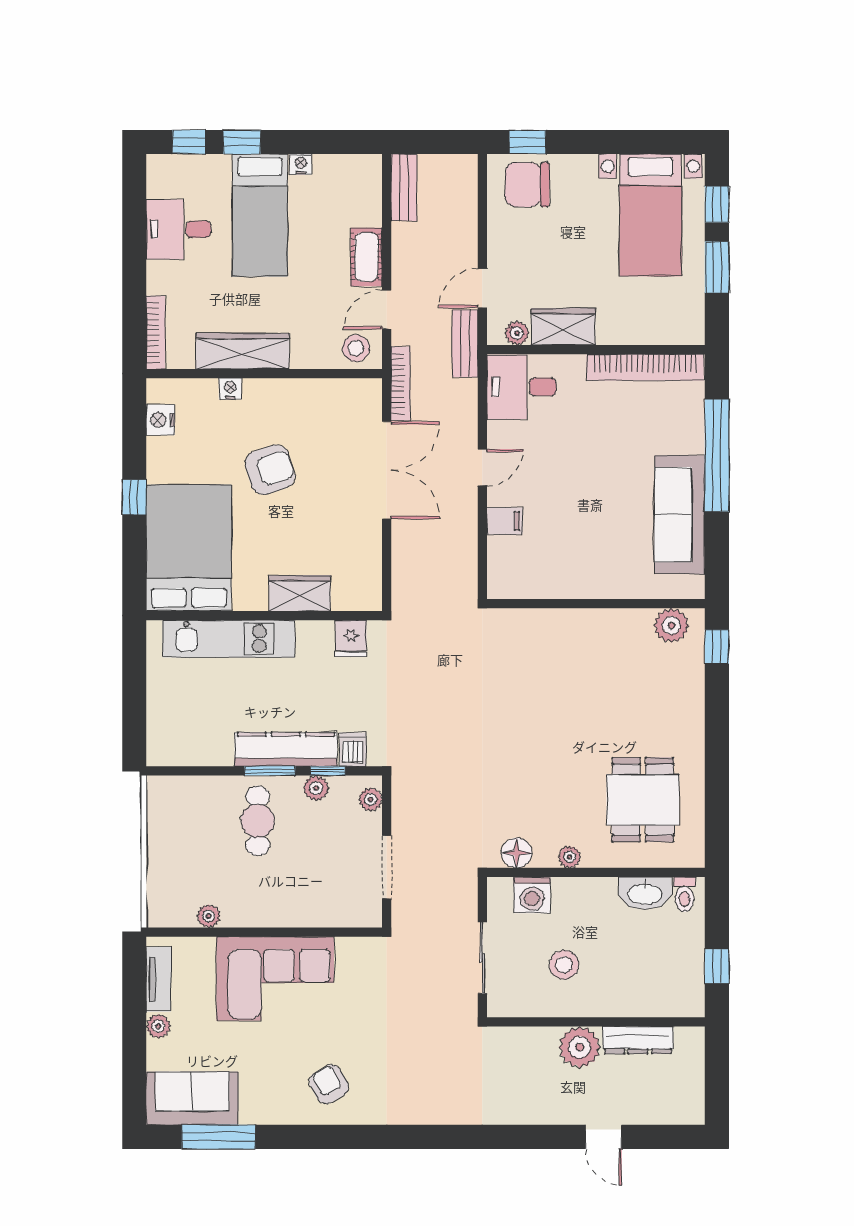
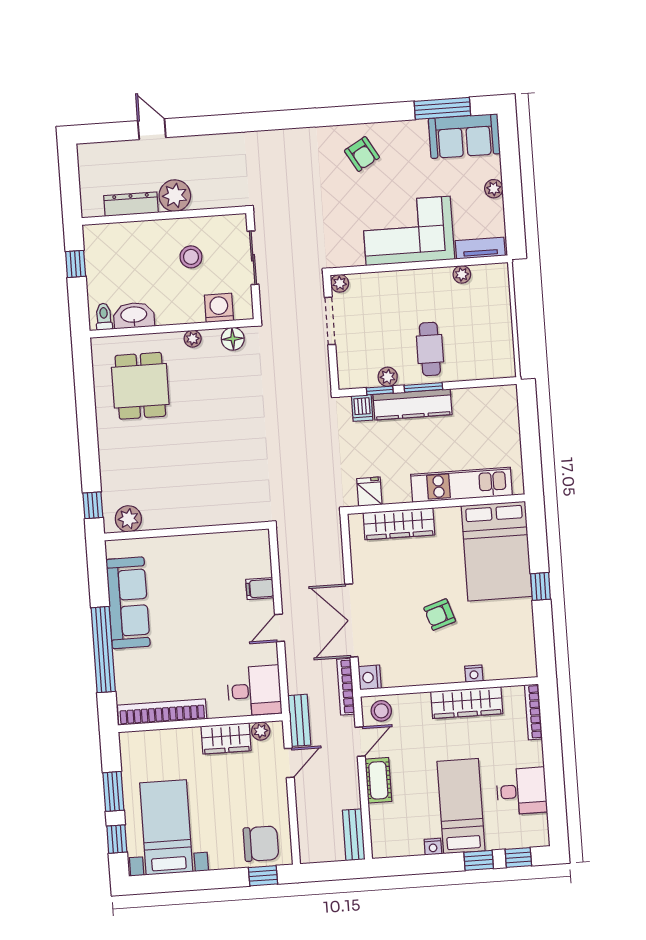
nightstand: (160, 420) -> (370, 677), moved, turned 180
armchair: (270, 470) -> (440, 615), width x0.72, depth x0.72
wardrobe: (300, 593) -> (399, 524), width x1.50
plant: (370, 799) -> (340, 283), moved
tv unit: (159, 979) -> (480, 248), moved, turned 90

